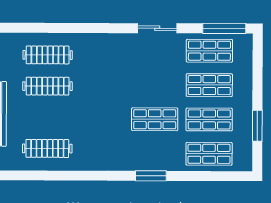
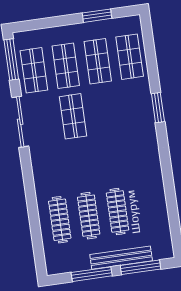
sliding door: (157, 28) -> (20, 122), width x1.37
shop shelf: (155, 119) -> (73, 116), moved
clothes rail: (47, 148) -> (118, 211), moved

